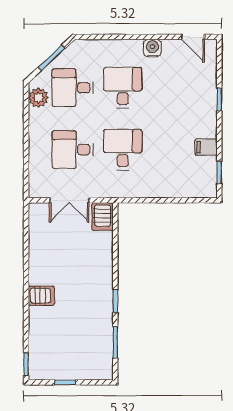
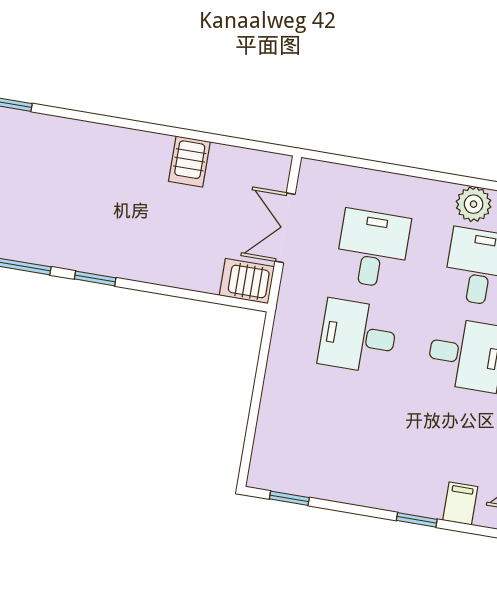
filing cabinet: (206, 147) -> (460, 503), moved
desk: (123, 150) -> (358, 336), turned 180
server rack: (41, 296) -> (189, 161), moved

